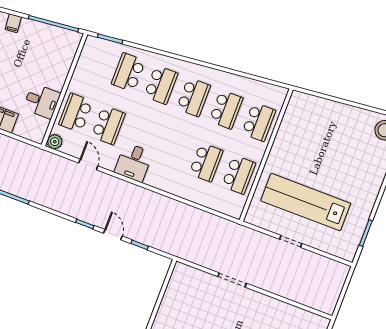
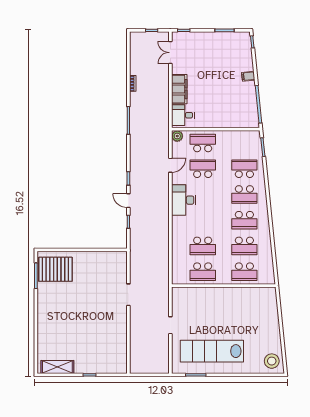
desk: (42, 101) -> (183, 115), moved, turned 90
school desk: (108, 125) -> (203, 169), turned 180
desk: (134, 162) -> (184, 200), width x1.37
lab bench: (306, 202) -> (212, 351), moved, turned -90
door: (113, 235) -> (128, 201), swing flipped

